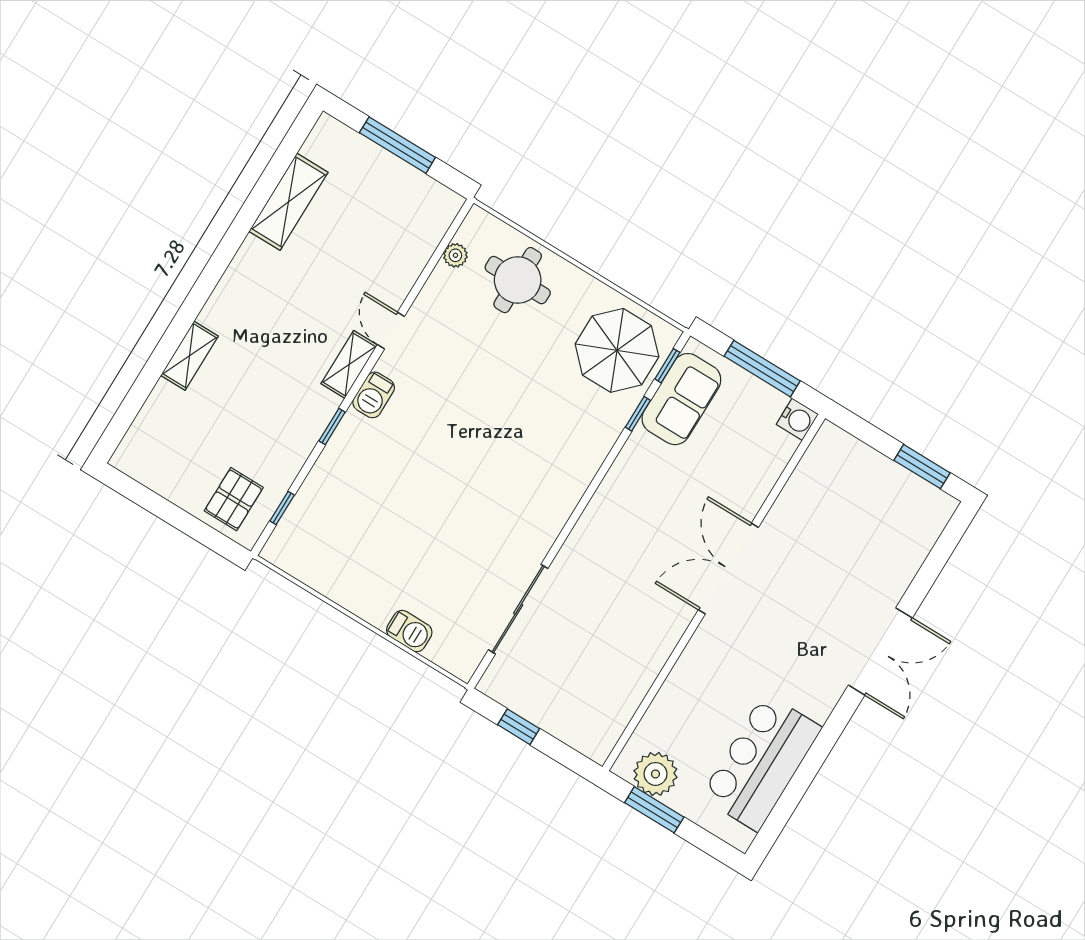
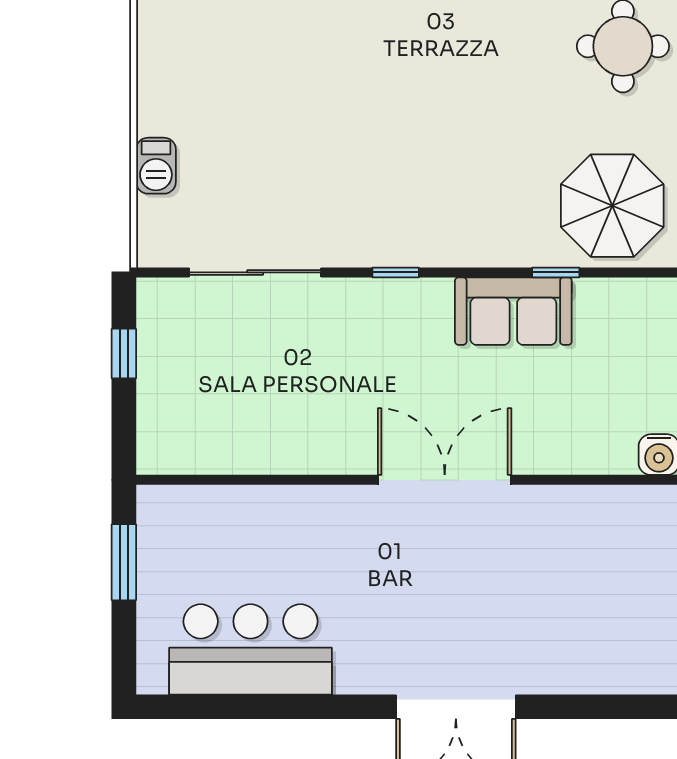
window: (667, 366) -> (396, 272), moved
sofa: (681, 399) -> (513, 311), moved
plant: (655, 774) -> (165, 539), removed

